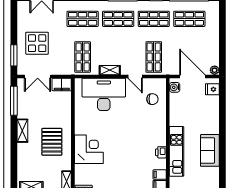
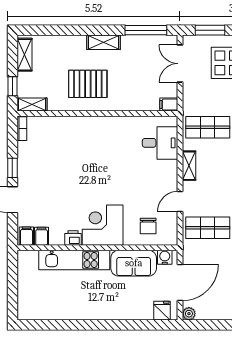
filing cabinet: (62, 85) -> (169, 104), width x0.50
desk: (104, 94) -> (160, 143), width x0.53, depth x0.77
corner desk: (89, 149) -> (103, 225), moved, turned 180
sofa: (210, 150) -> (134, 263), moved, turned 180

